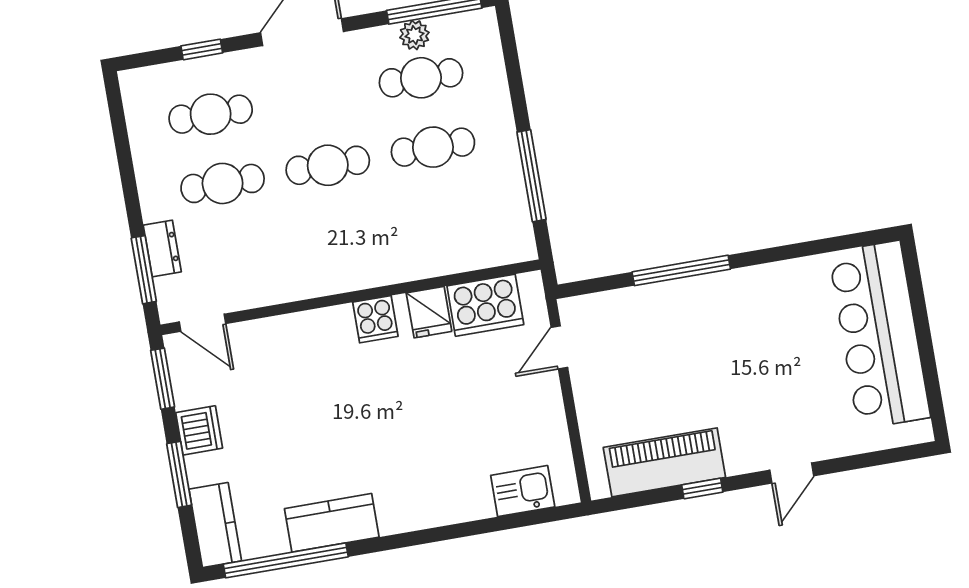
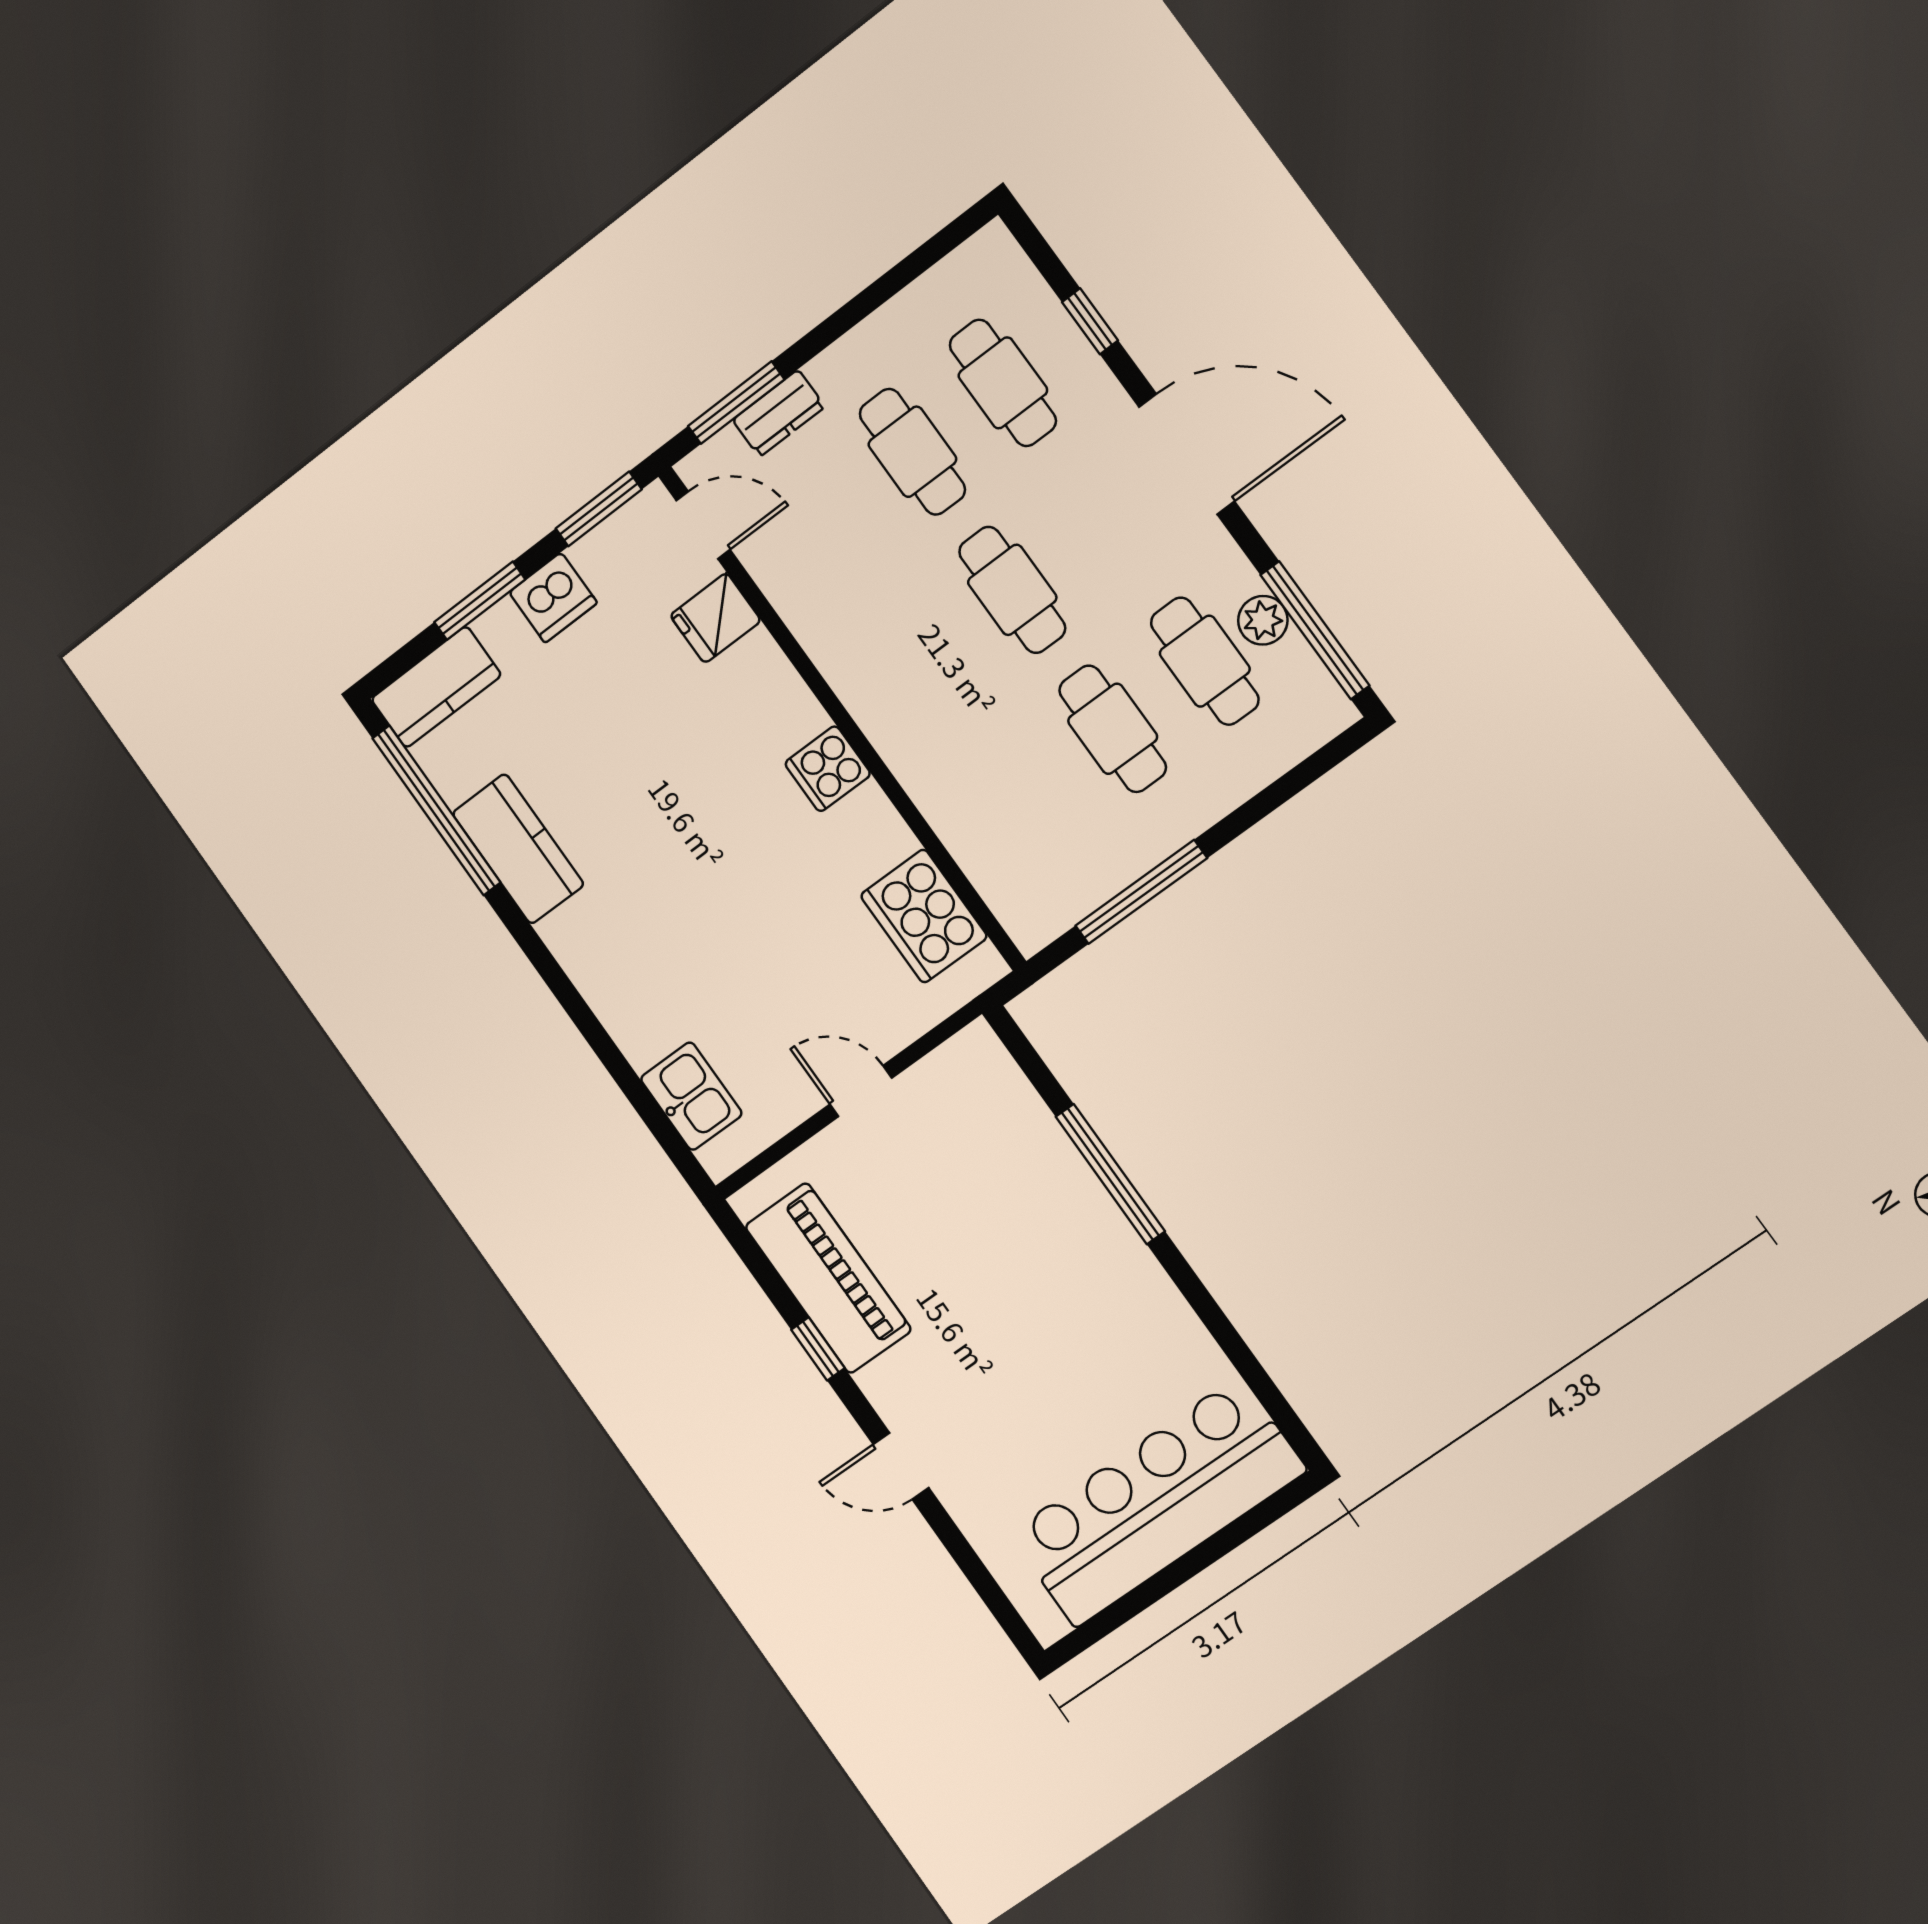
fridge: (429, 312) -> (715, 618), moved
door: (203, 323) -> (703, 525), swing flipped
door: (559, 347) -> (861, 1091), moved

